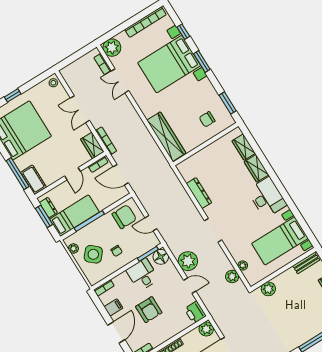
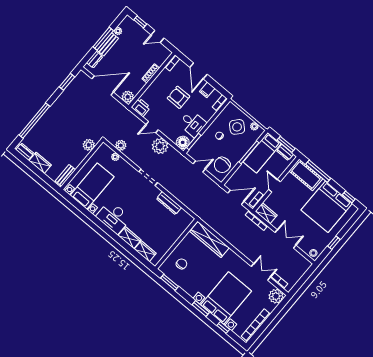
window: (13, 95) -> (334, 243), moved
cot: (33, 180) -> (306, 175), width x1.37, depth x1.34

